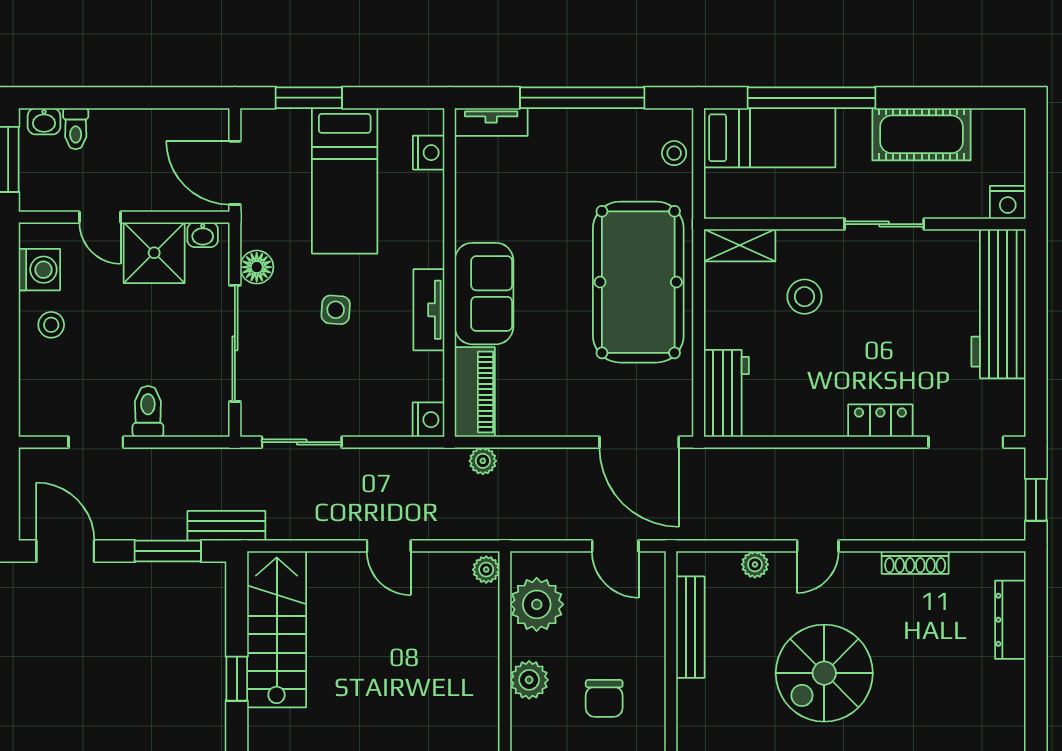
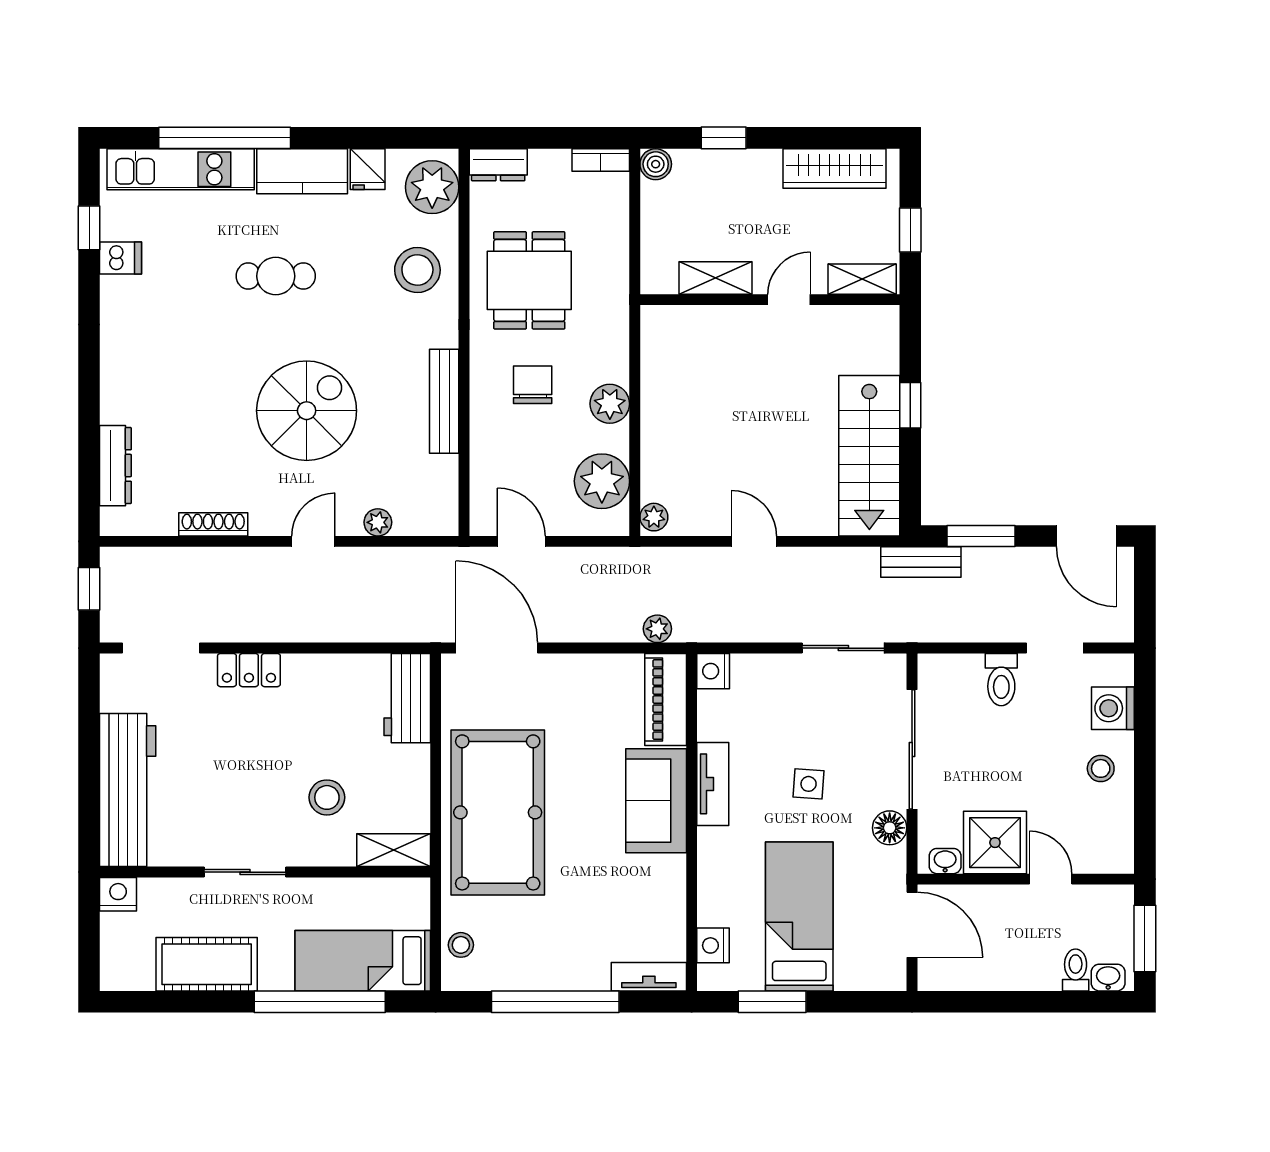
window: (309, 98) -> (772, 1002), moved
washing machine: (39, 270) -> (1113, 708), moved
bench: (690, 627) -> (444, 401), moved

